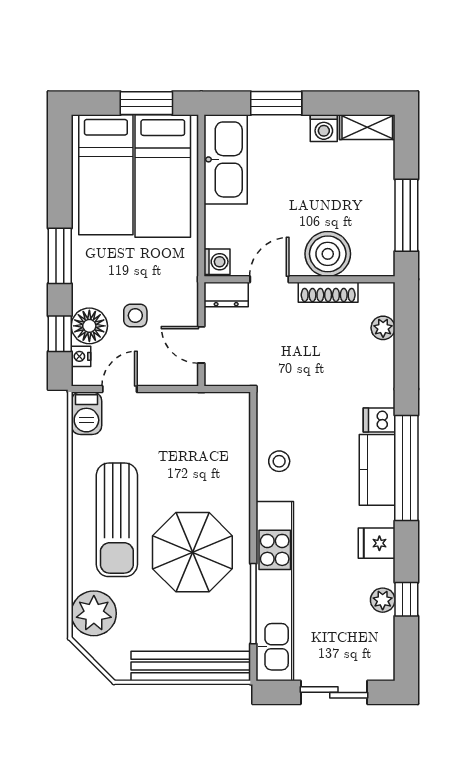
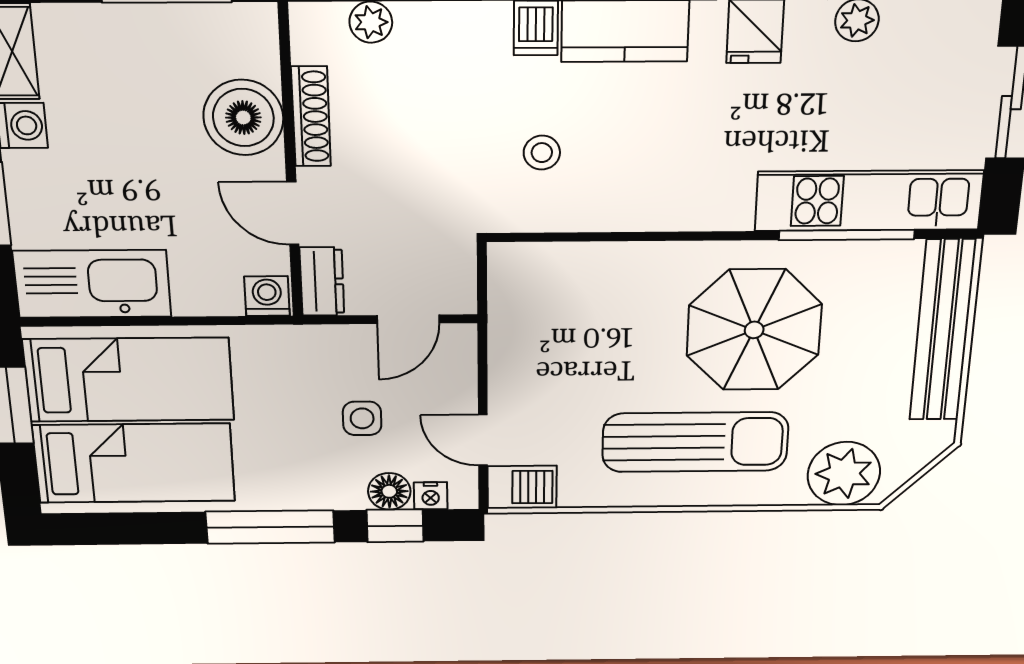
window: (60, 256) -> (270, 527), width x1.44
floor lamp: (89, 326) -> (389, 491), width x0.73, depth x0.73
stool: (279, 461) -> (542, 153), moved
kitchen unit: (275, 591) -> (869, 201), width x0.73

